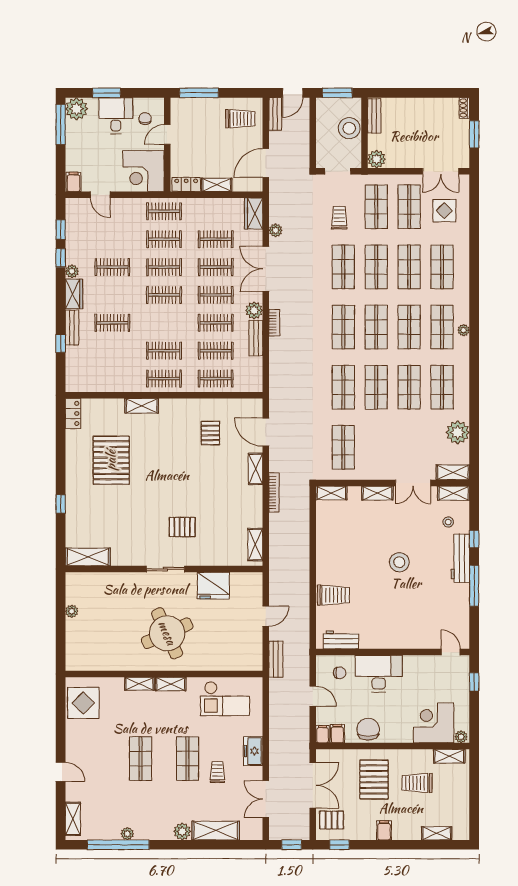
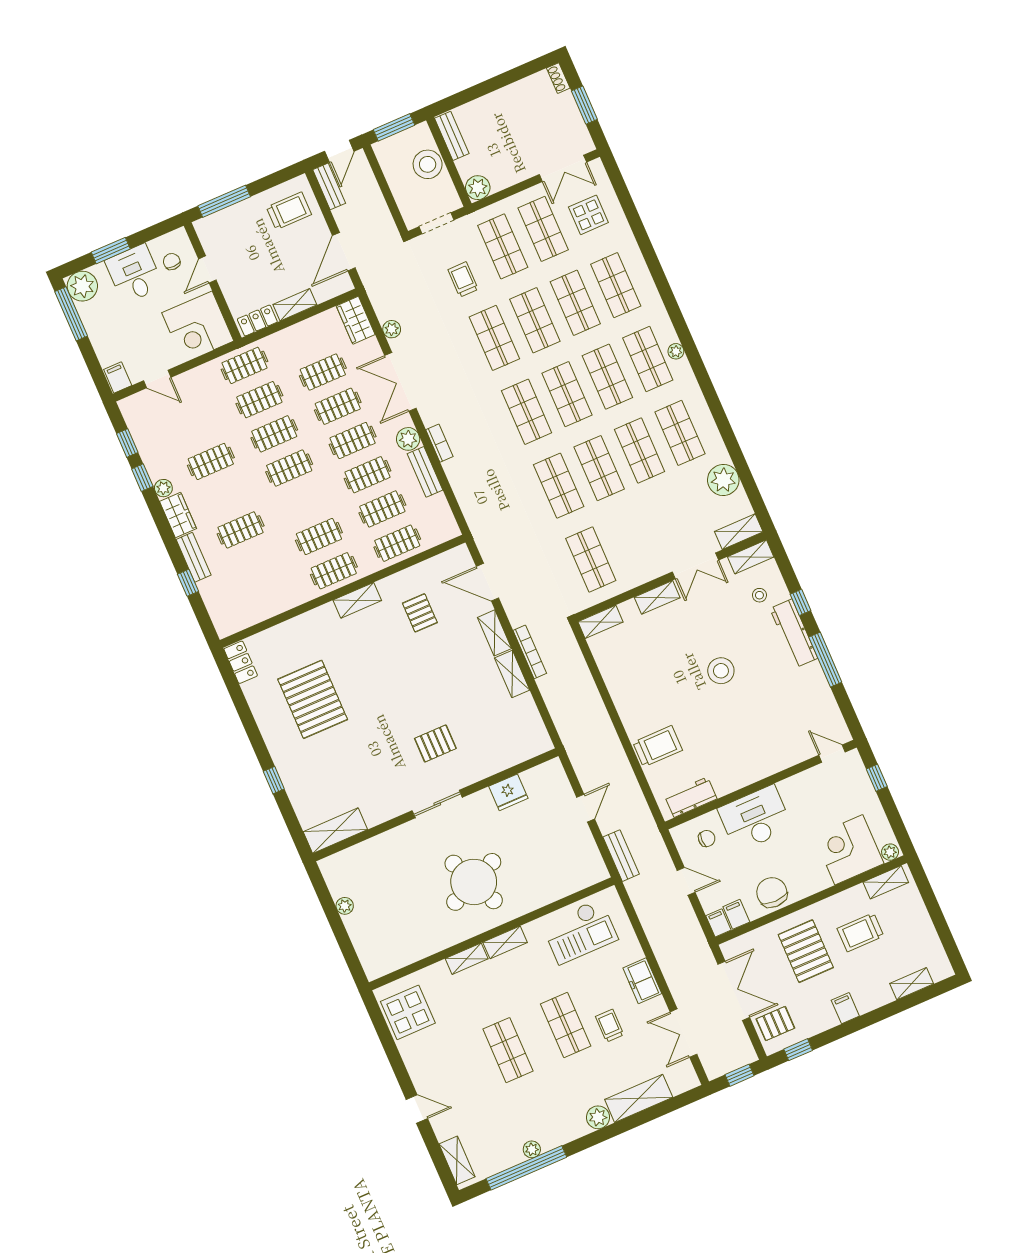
shelving: (142, 406) -> (357, 600), moved
shelving: (255, 545) -> (512, 674), moved
fridge: (213, 586) -> (508, 792), width x0.73, depth x0.75

